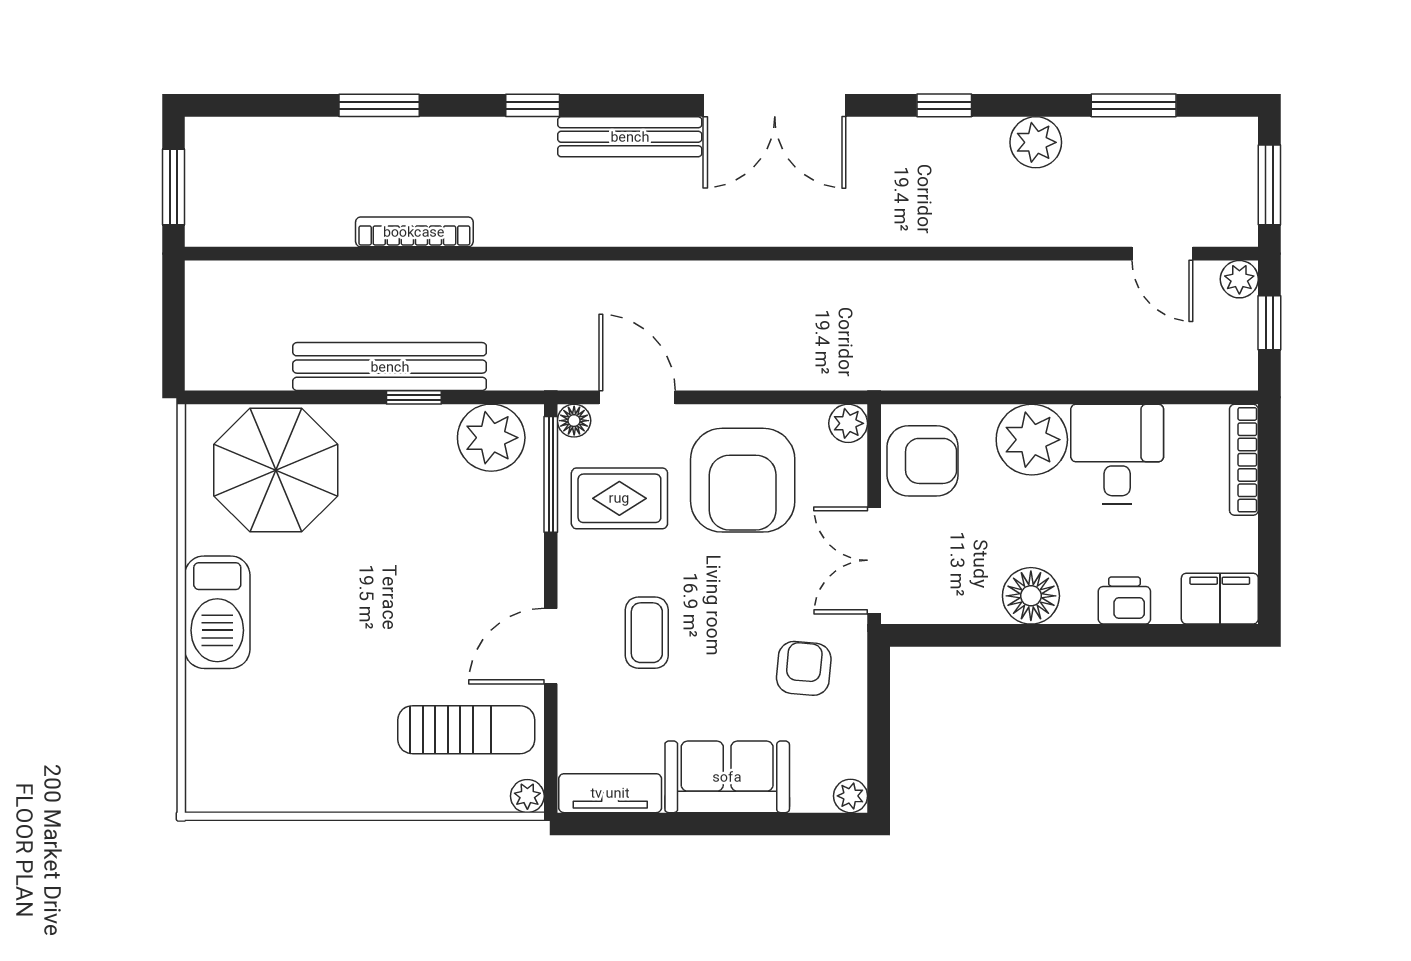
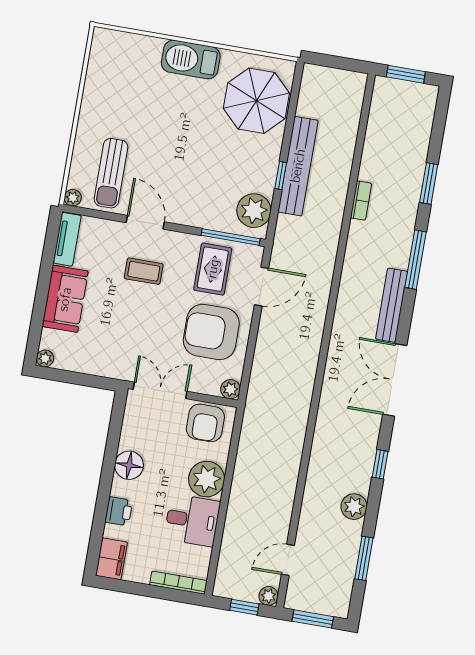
window: (533, 105) -> (416, 260), width x2.17
bookcase: (414, 232) -> (361, 201), width x0.64
floor lamp: (574, 421) -> (255, 253), removed
armchair: (804, 668) -> (112, 346), removed

